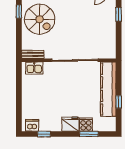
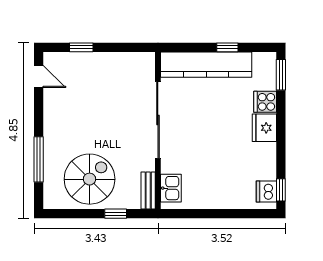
window: (19, 11) -> (116, 214), moved
window: (44, 134) -> (281, 190), moved
window: (89, 134) -> (281, 75), moved

